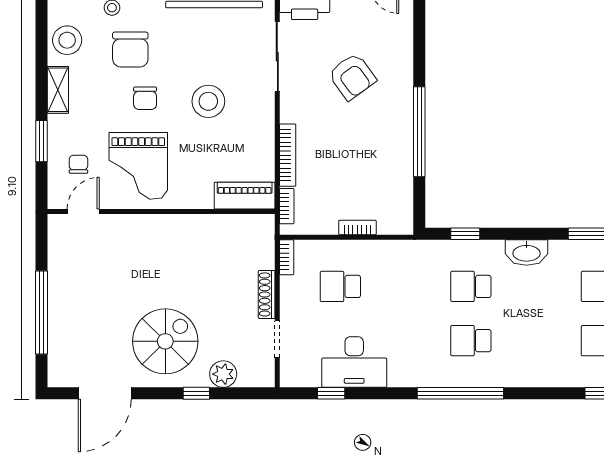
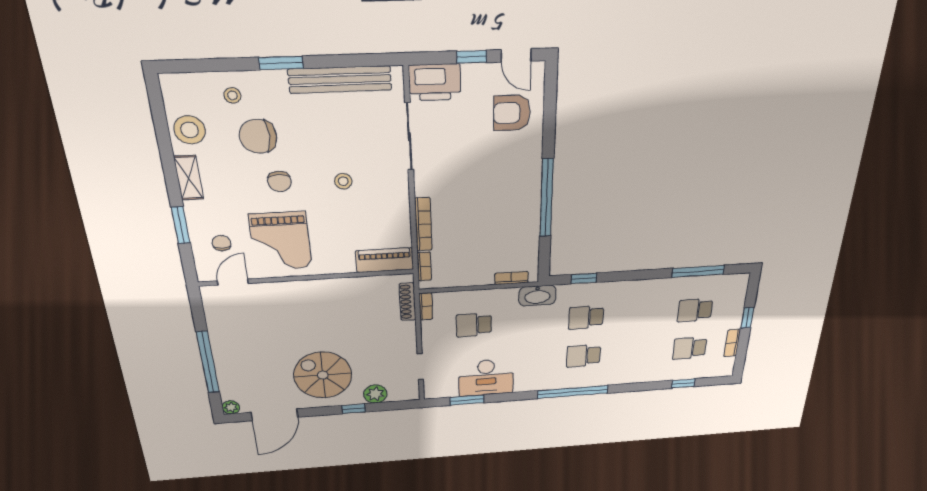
chair: (130, 50) -> (258, 136), turned 90
armchair: (352, 77) -> (512, 113), moved, turned 126
stool: (208, 101) -> (343, 181), width x0.53, depth x0.53
bookcase: (357, 227) -> (511, 278), moved
washbasin: (527, 253) -> (537, 296), moved
shoe rack: (267, 294) -> (408, 302), moved
spiral stairs: (165, 341) -> (323, 375), turned -90
plant: (57, 378) -> (231, 407), added
window: (331, 393) -> (467, 400), width x1.50

